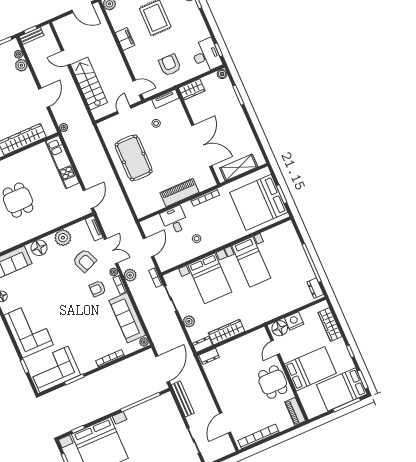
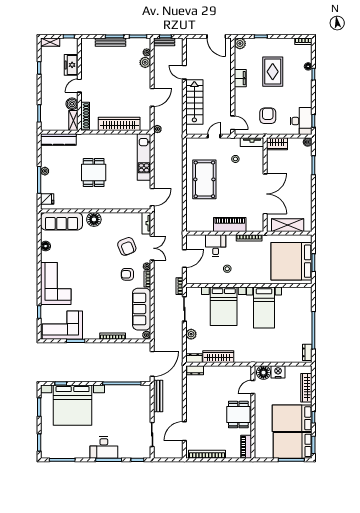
plant: (63, 238) -> (117, 220), removed
plant: (130, 275) -> (159, 275), removed
bed: (310, 369) -> (292, 418), moved, turned 180

